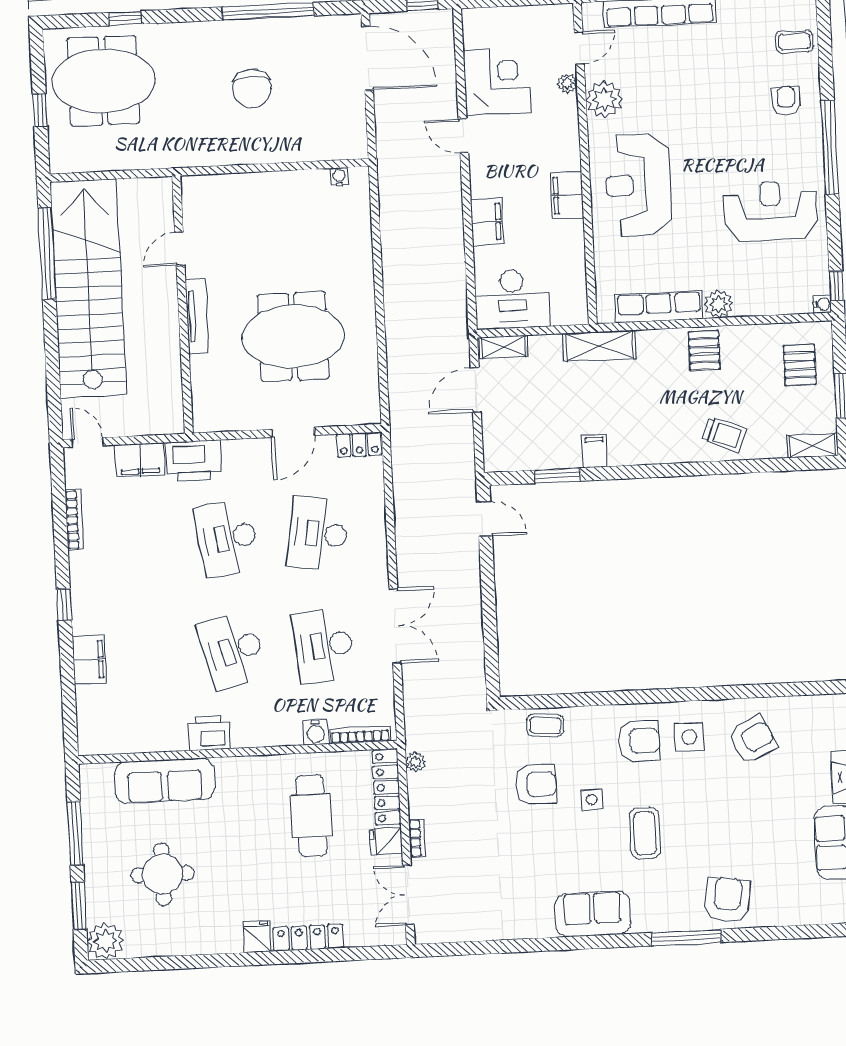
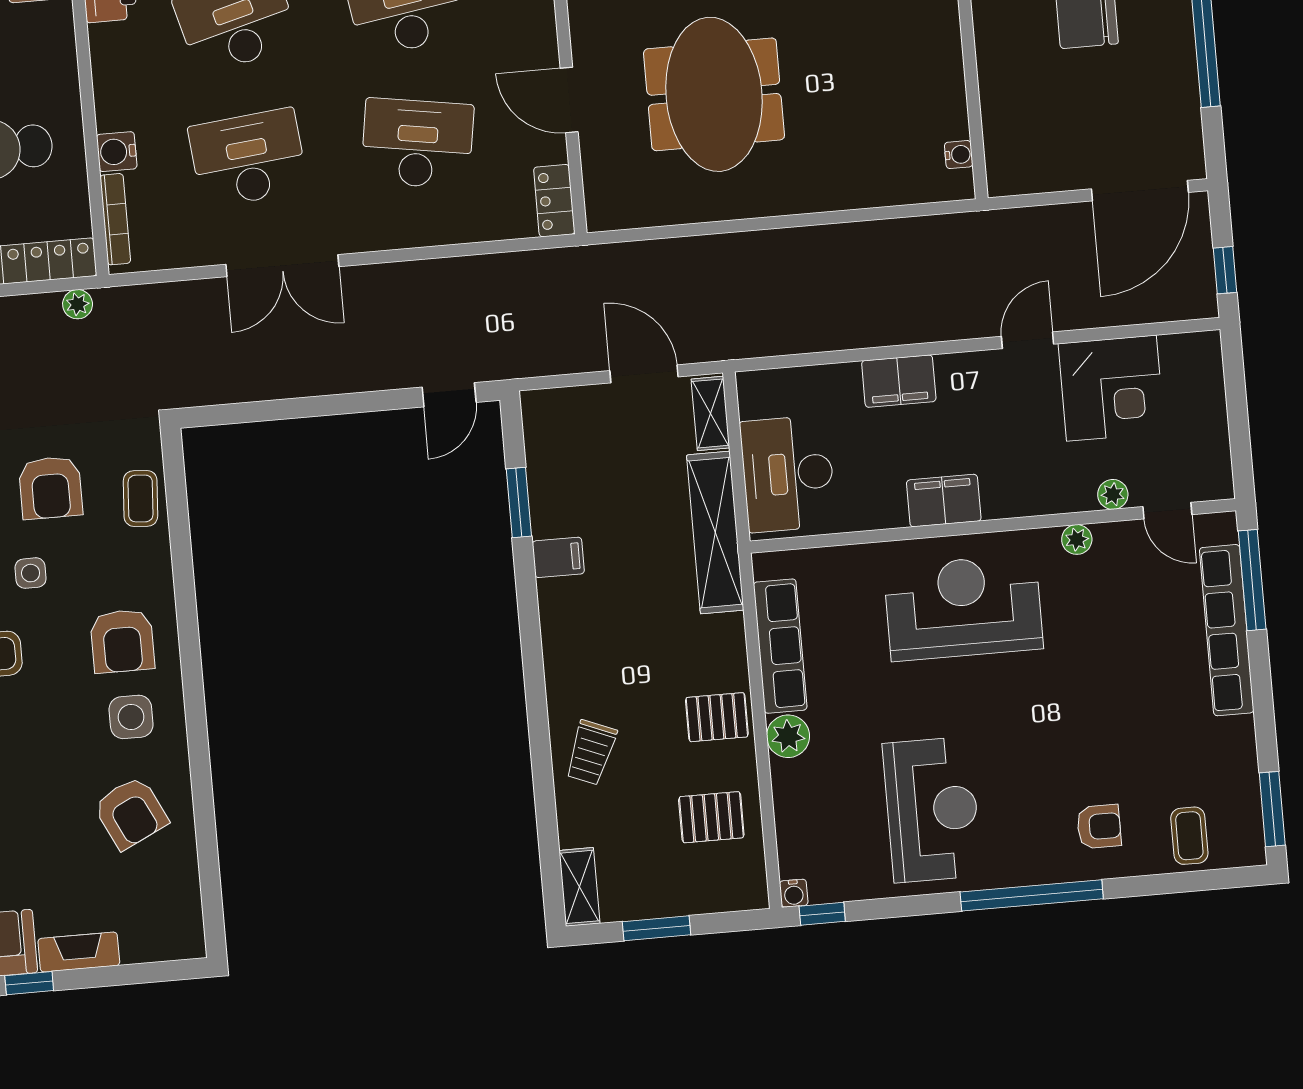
plant: (604, 99) -> (1077, 539), width x0.53, depth x0.53
desk: (512, 299) -> (788, 474), moved
shelving: (599, 346) -> (715, 533), width x1.47
pallet: (800, 365) -> (711, 817), moved

